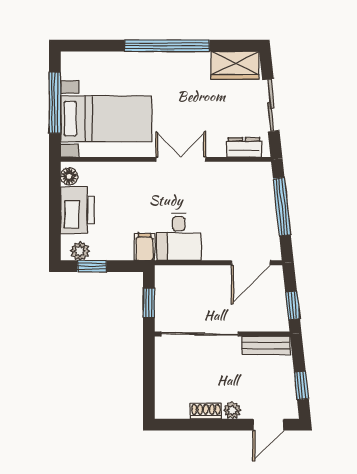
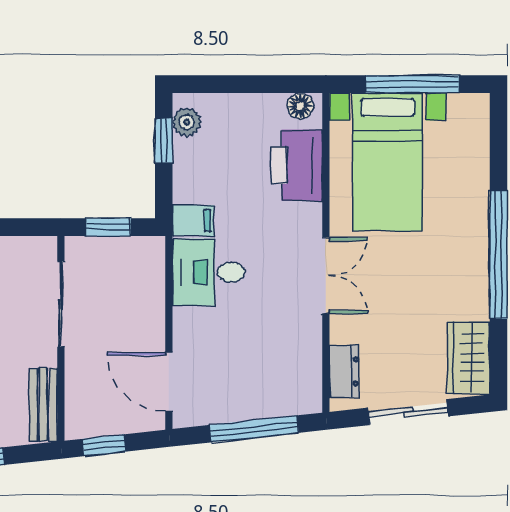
printer: (77, 210) -> (297, 165), moved, turned 90
sliding door: (200, 334) -> (61, 304), width x0.73

